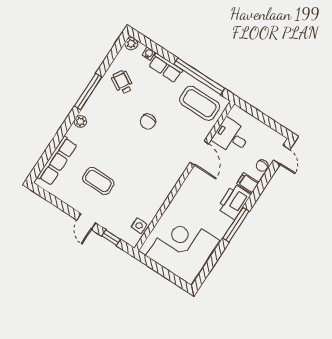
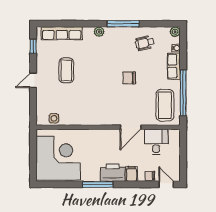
wheelchair: (122, 82) -> (145, 43), turned -133
door: (282, 155) -> (166, 184), swing flipped
window: (111, 238) -> (33, 46), moved

